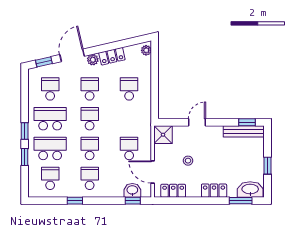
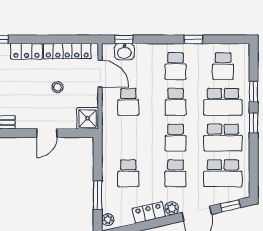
window: (155, 71) -> (98, 195), added
school desk: (50, 89) -> (223, 173), width x1.85
locker: (173, 191) -> (67, 51), width x1.53

